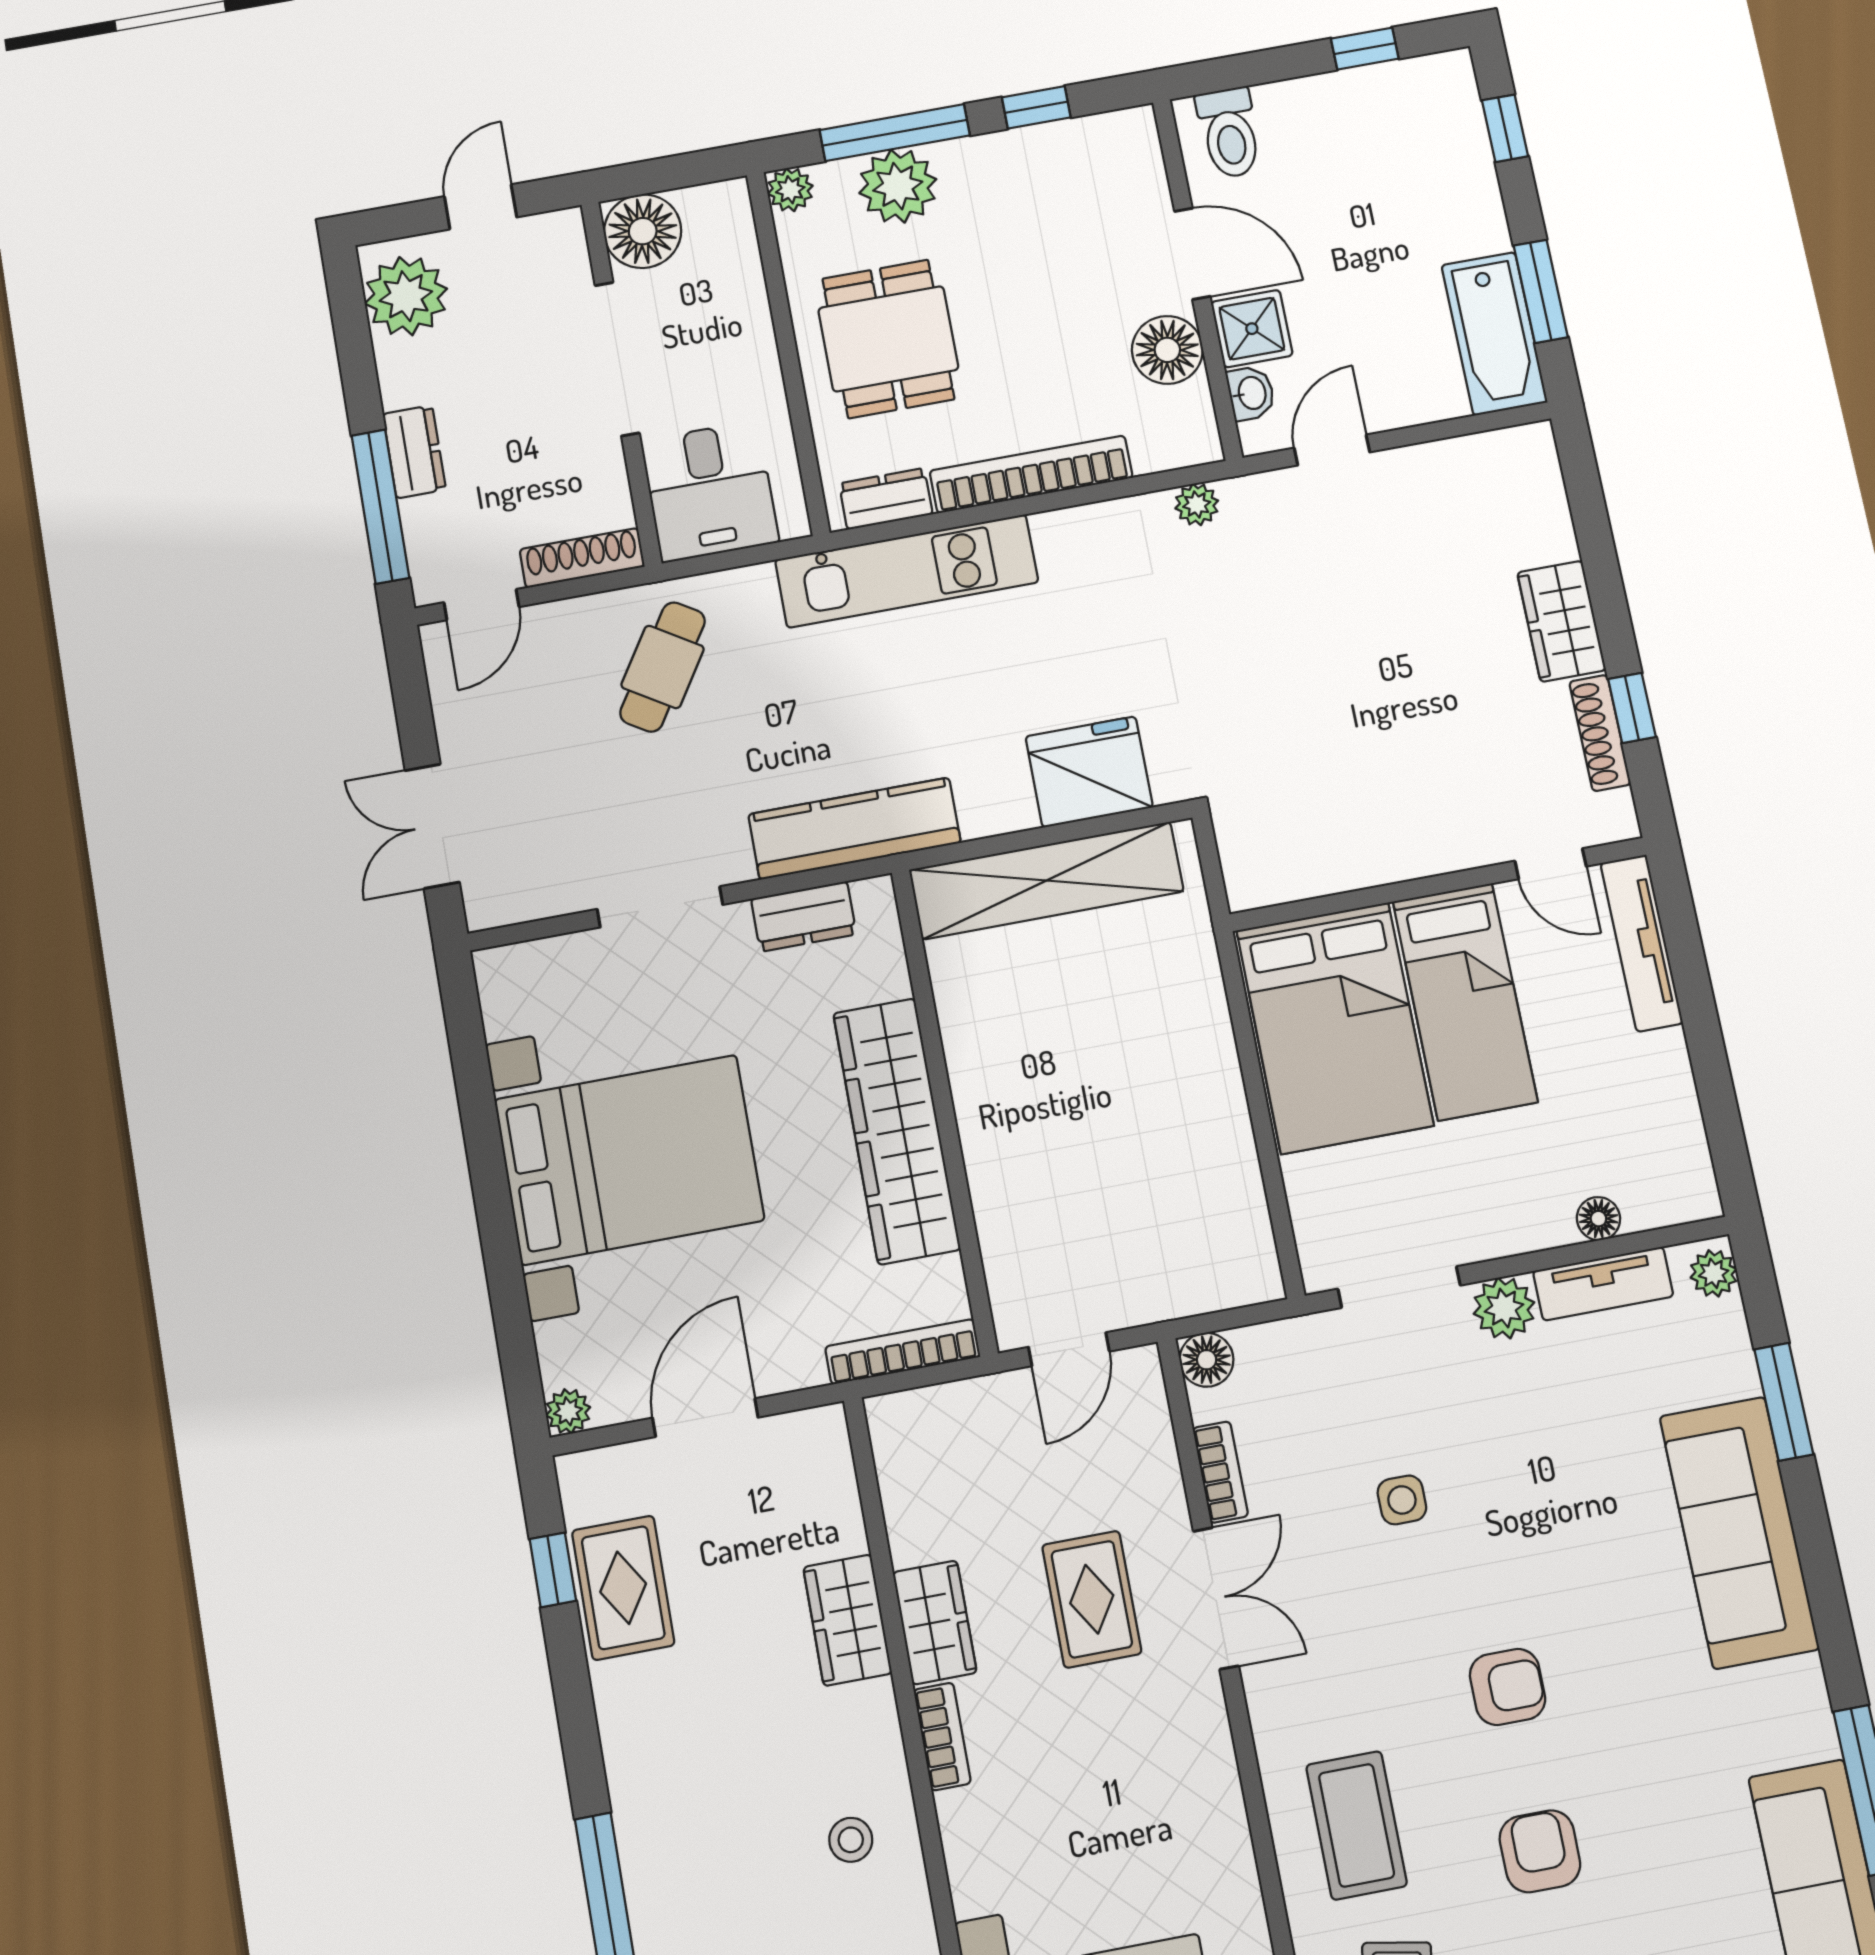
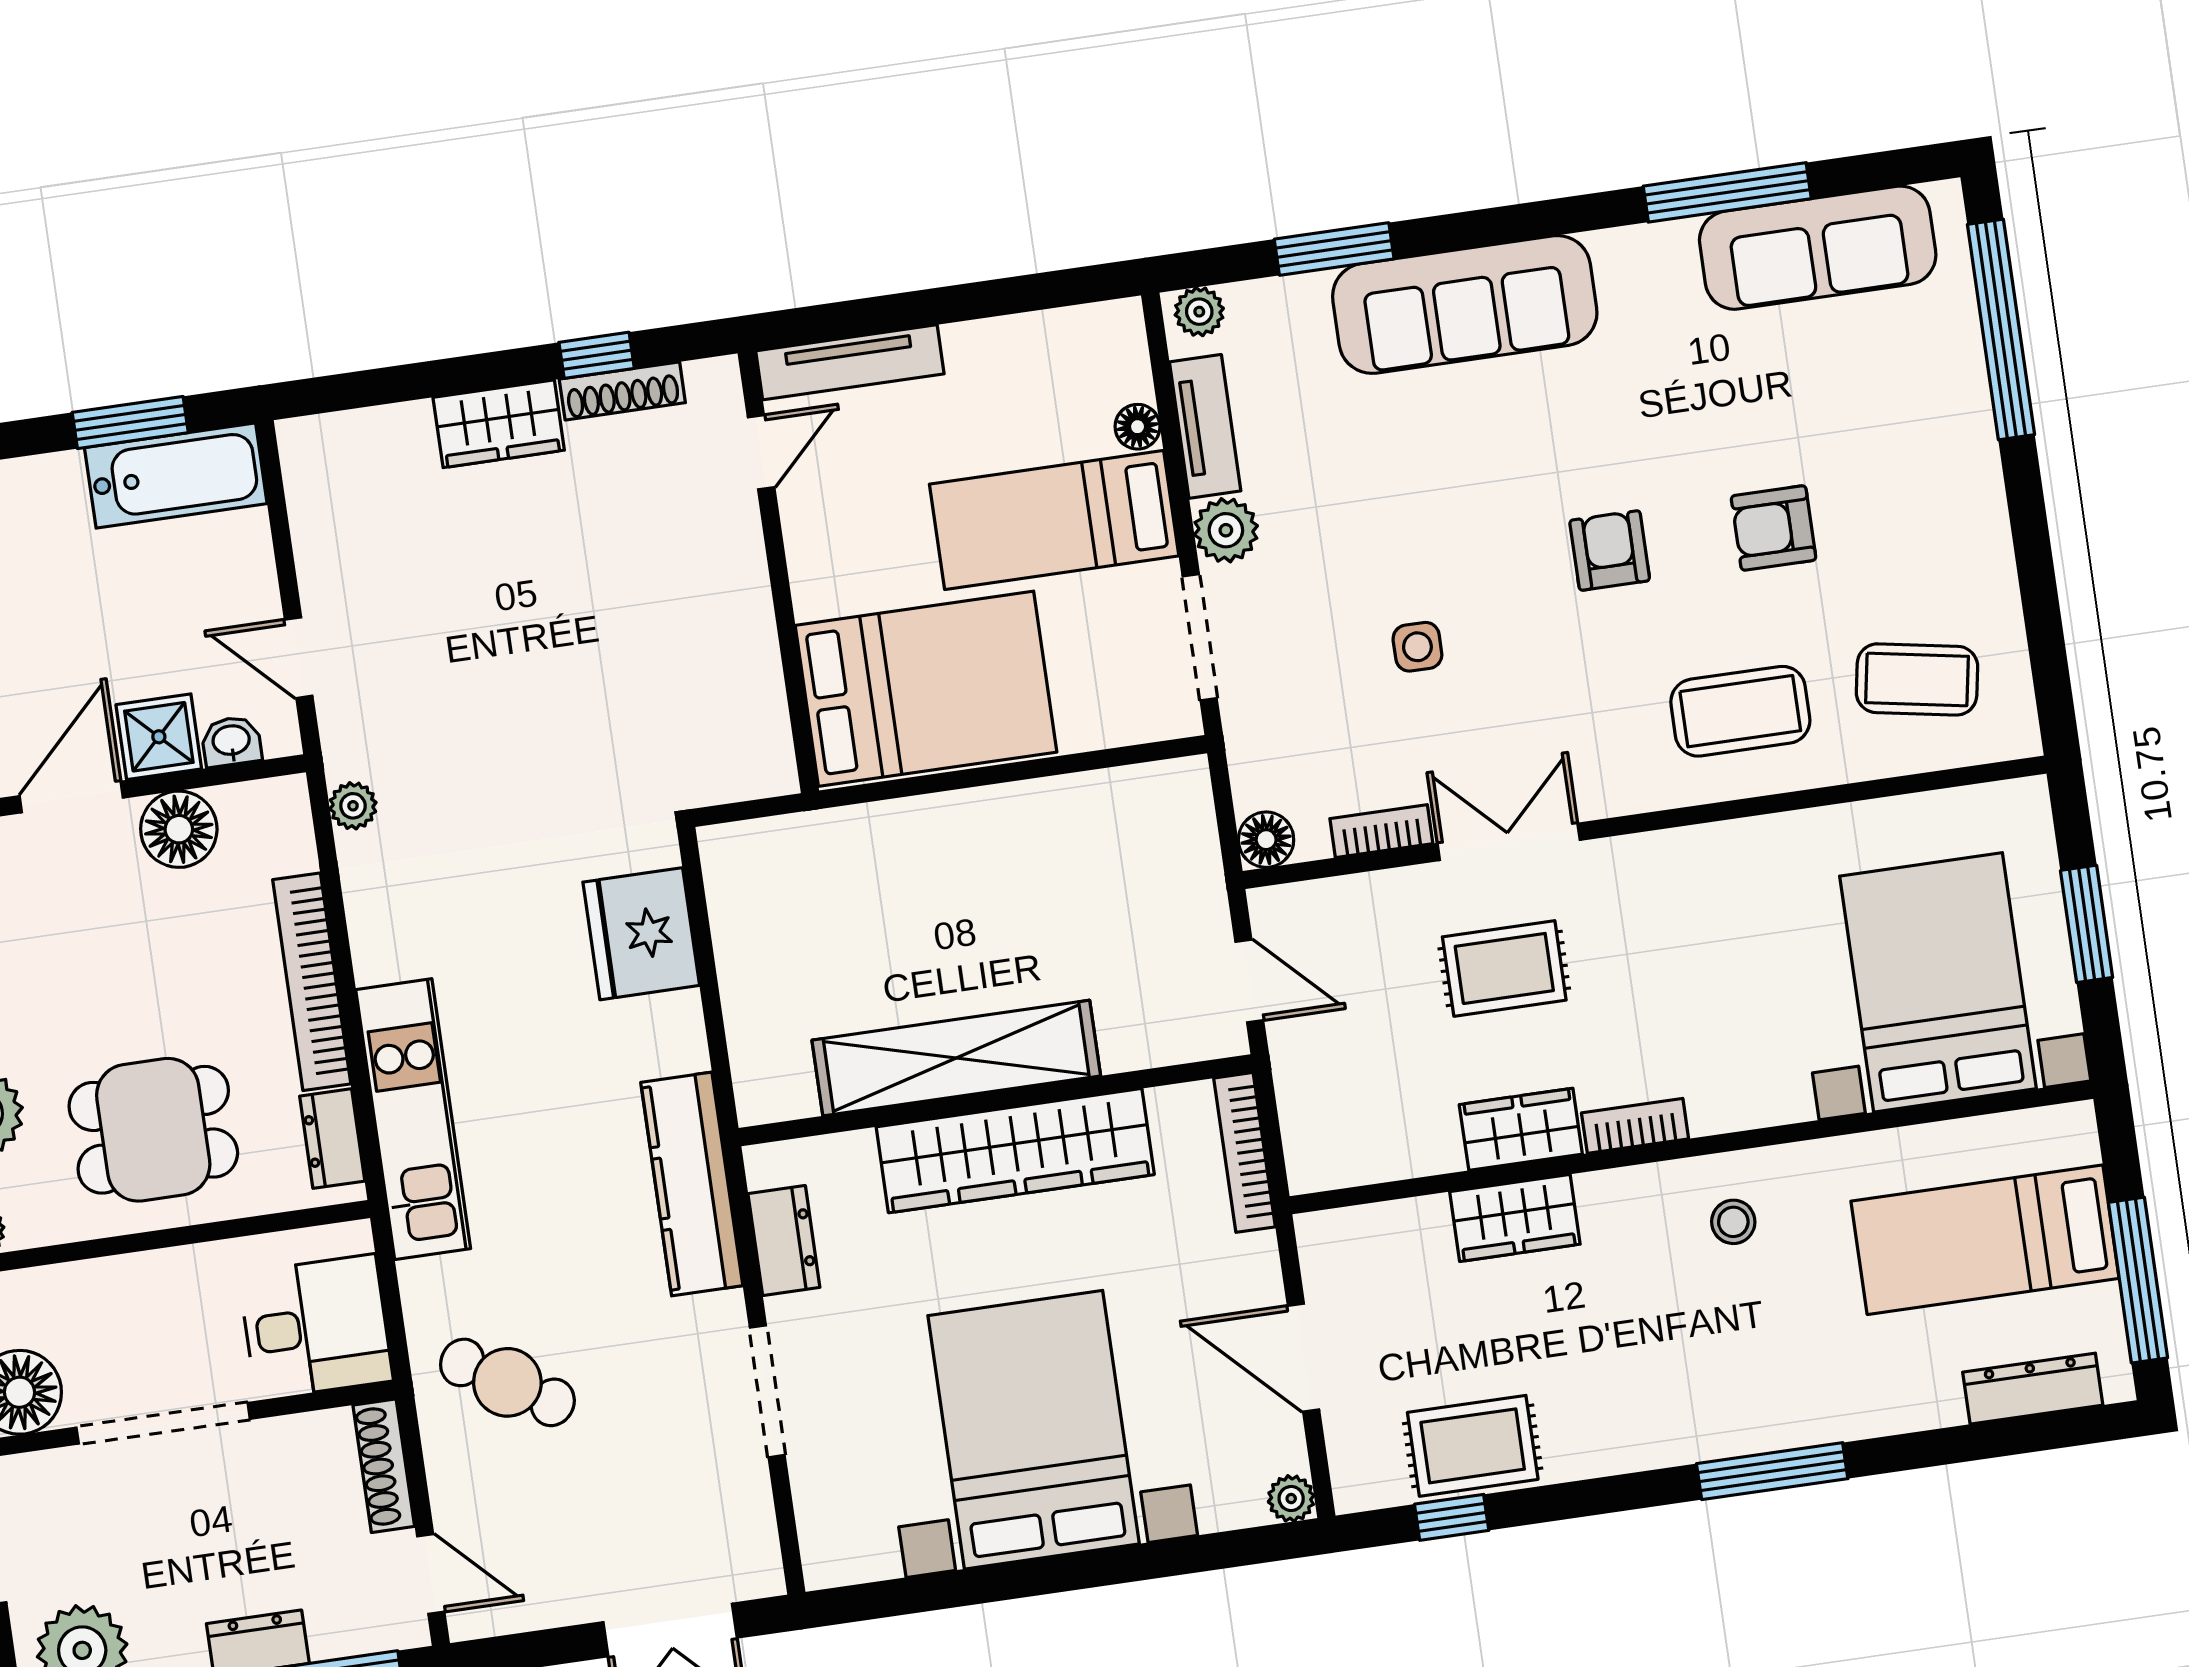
shelving: (1046, 881) -> (956, 1058), moved, turned 90
bed: (1465, 1002) -> (1054, 520), moved, turned 180

